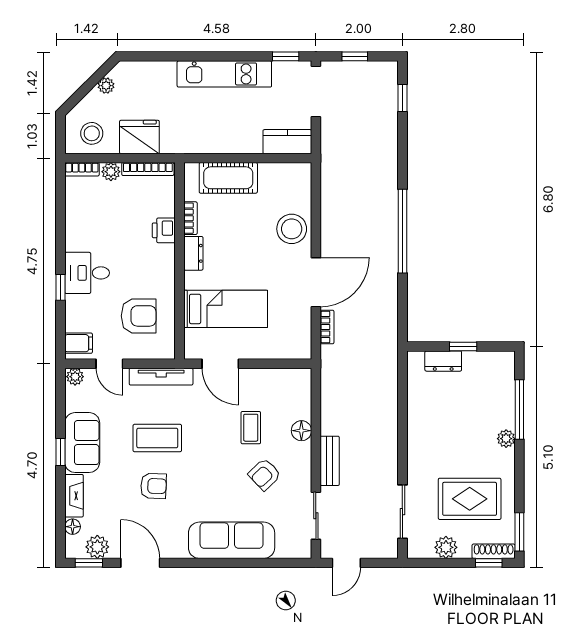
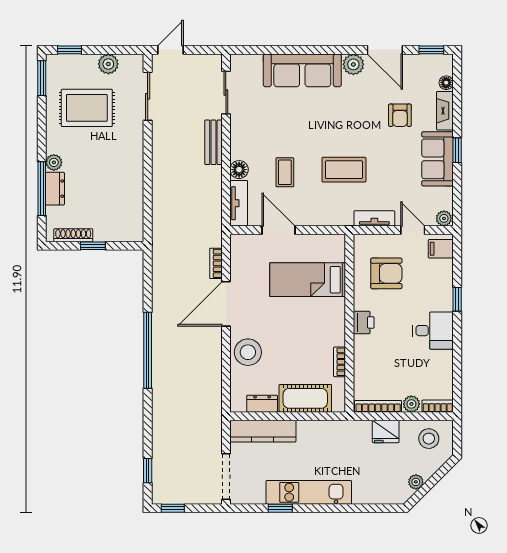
window: (286, 56) -> (280, 508), moved
window: (355, 56) -> (173, 508), moved
fridge: (139, 137) -> (386, 431), width x0.73, depth x0.75
kitchen counter: (287, 142) -> (263, 431), width x1.50
printer: (164, 230) -> (364, 322), moved
dresser: (193, 253) -> (262, 404), moved, turned 90
desk: (87, 273) -> (433, 331), moved
armchair: (139, 316) -> (386, 273), turned 180
dresser: (443, 361) -> (55, 189), moved, turned 90
door: (220, 364) -> (279, 230), moved
tv unit: (161, 377) -> (374, 218), width x0.71
tv unit: (302, 393) -> (239, 203), added
coffee table: (157, 438) -> (344, 170), moved
armchair: (265, 474) -> (272, 130), removed
armchair: (153, 486) -> (400, 115), moved, turned -92
plant: (97, 547) -> (353, 64), moved
shoe rack: (494, 551) -> (73, 235), moved, turned 180
door: (346, 563) -> (170, 50), moved

